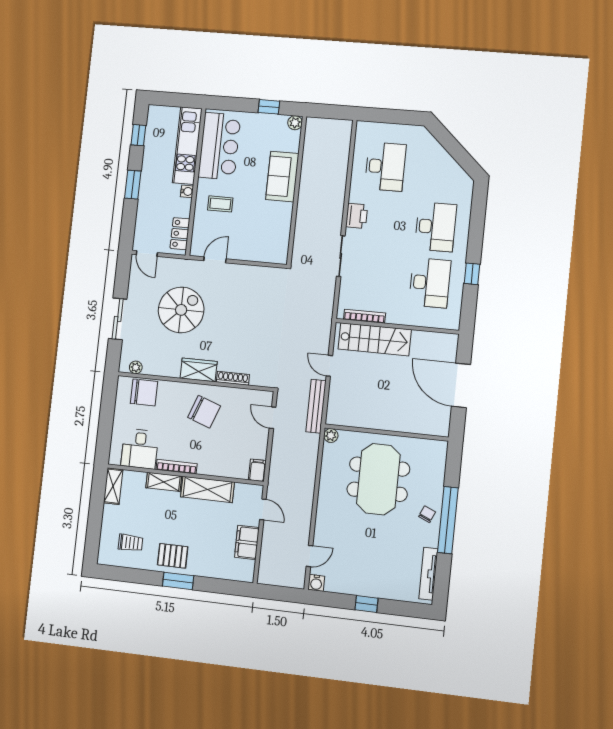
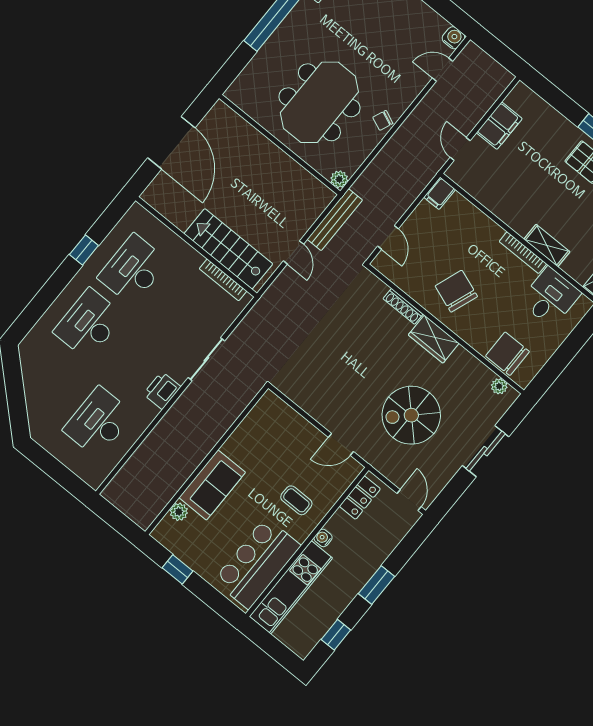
plant: (295, 123) -> (179, 512), moved
shelving: (207, 489) -> (505, 207), removed
chair: (427, 514) -> (383, 120), moved

